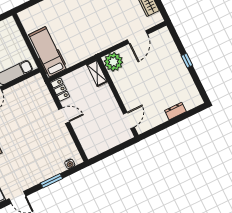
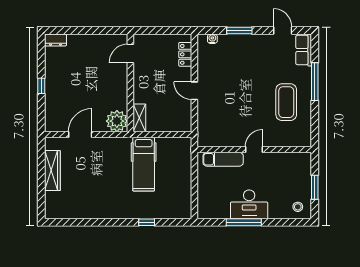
hospital bed: (47, 52) -> (144, 164), moved
locker: (60, 90) -> (185, 54), moved
dresser: (175, 111) -> (55, 40), moved

